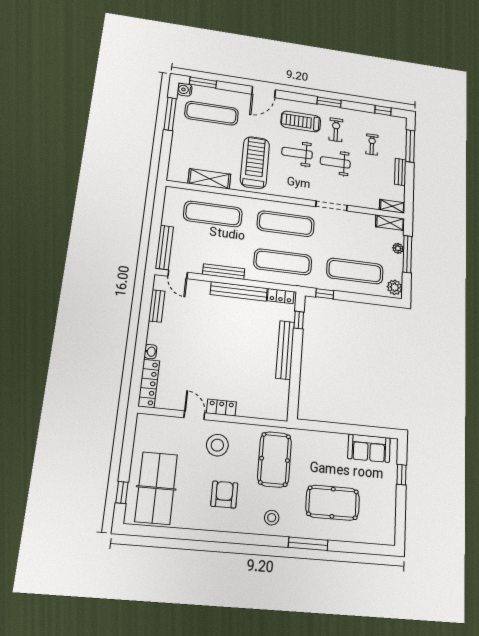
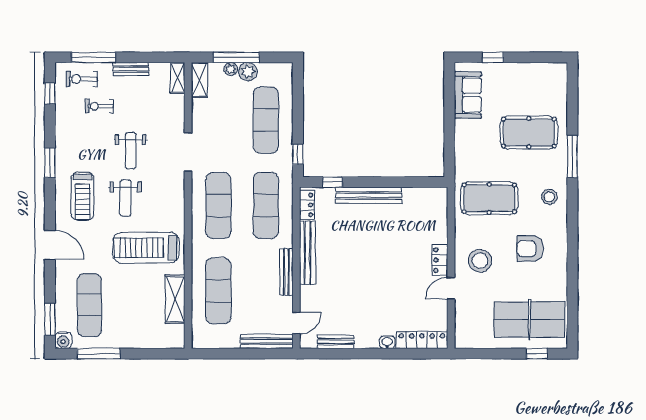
exercise bike: (336, 130) -> (82, 79), moved
plant: (395, 287) -> (248, 72), moved
pool table: (333, 503) -> (529, 133), turned 90

